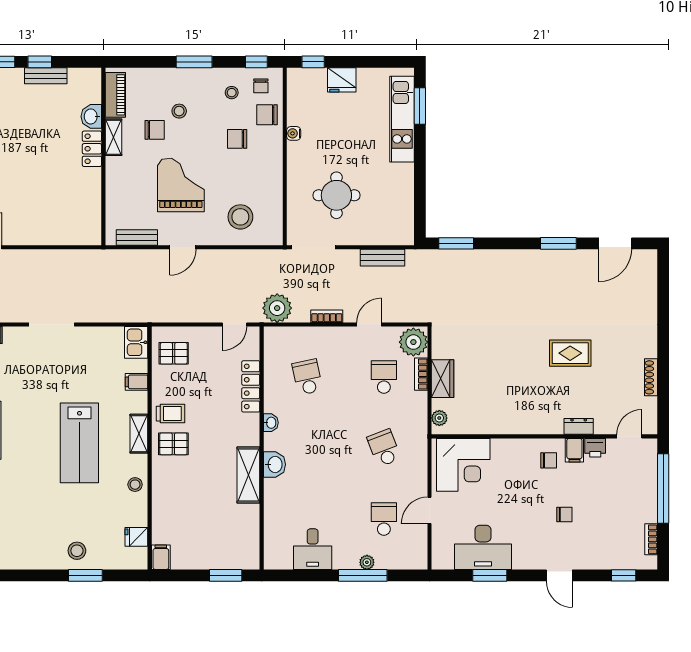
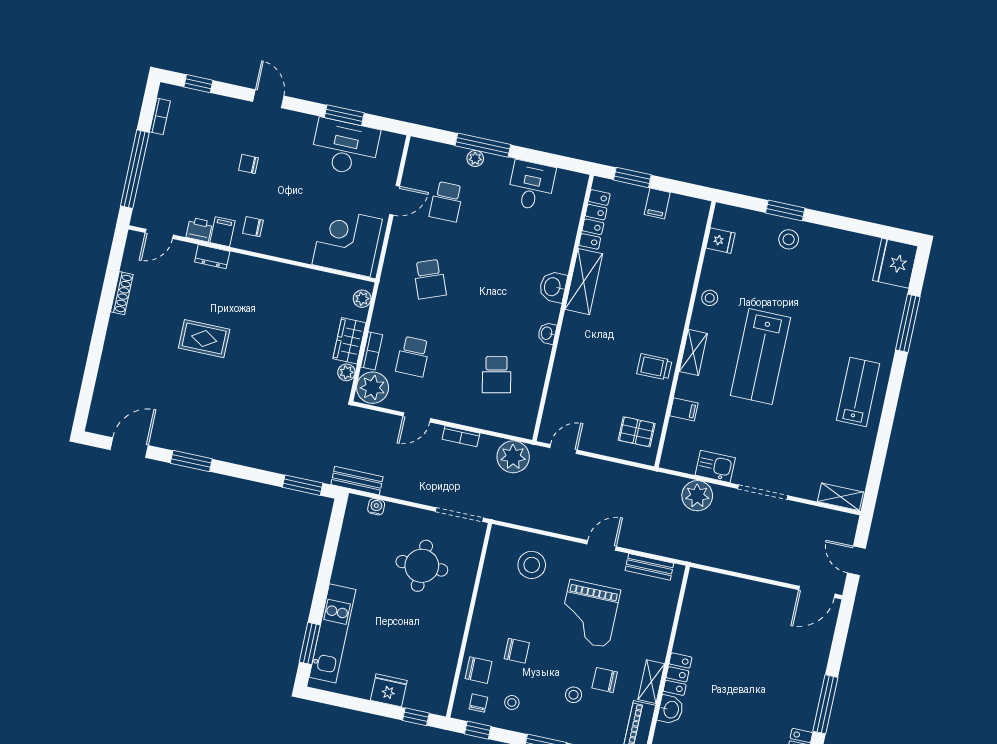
water cooler: (294, 133) -> (376, 507), moved, turned -90
bench: (382, 258) -> (357, 481), moved
plant: (108, 309) -> (697, 496), added
kitchen sink: (136, 342) -> (715, 466), moved, turned -90
plant: (439, 350) -> (346, 372), added
locker: (251, 386) -> (594, 219), moved
lab bench: (79, 443) -> (760, 356), turned 180
pallet: (173, 444) -> (658, 333), removed
filing cabinet: (161, 557) -> (657, 204), moved

